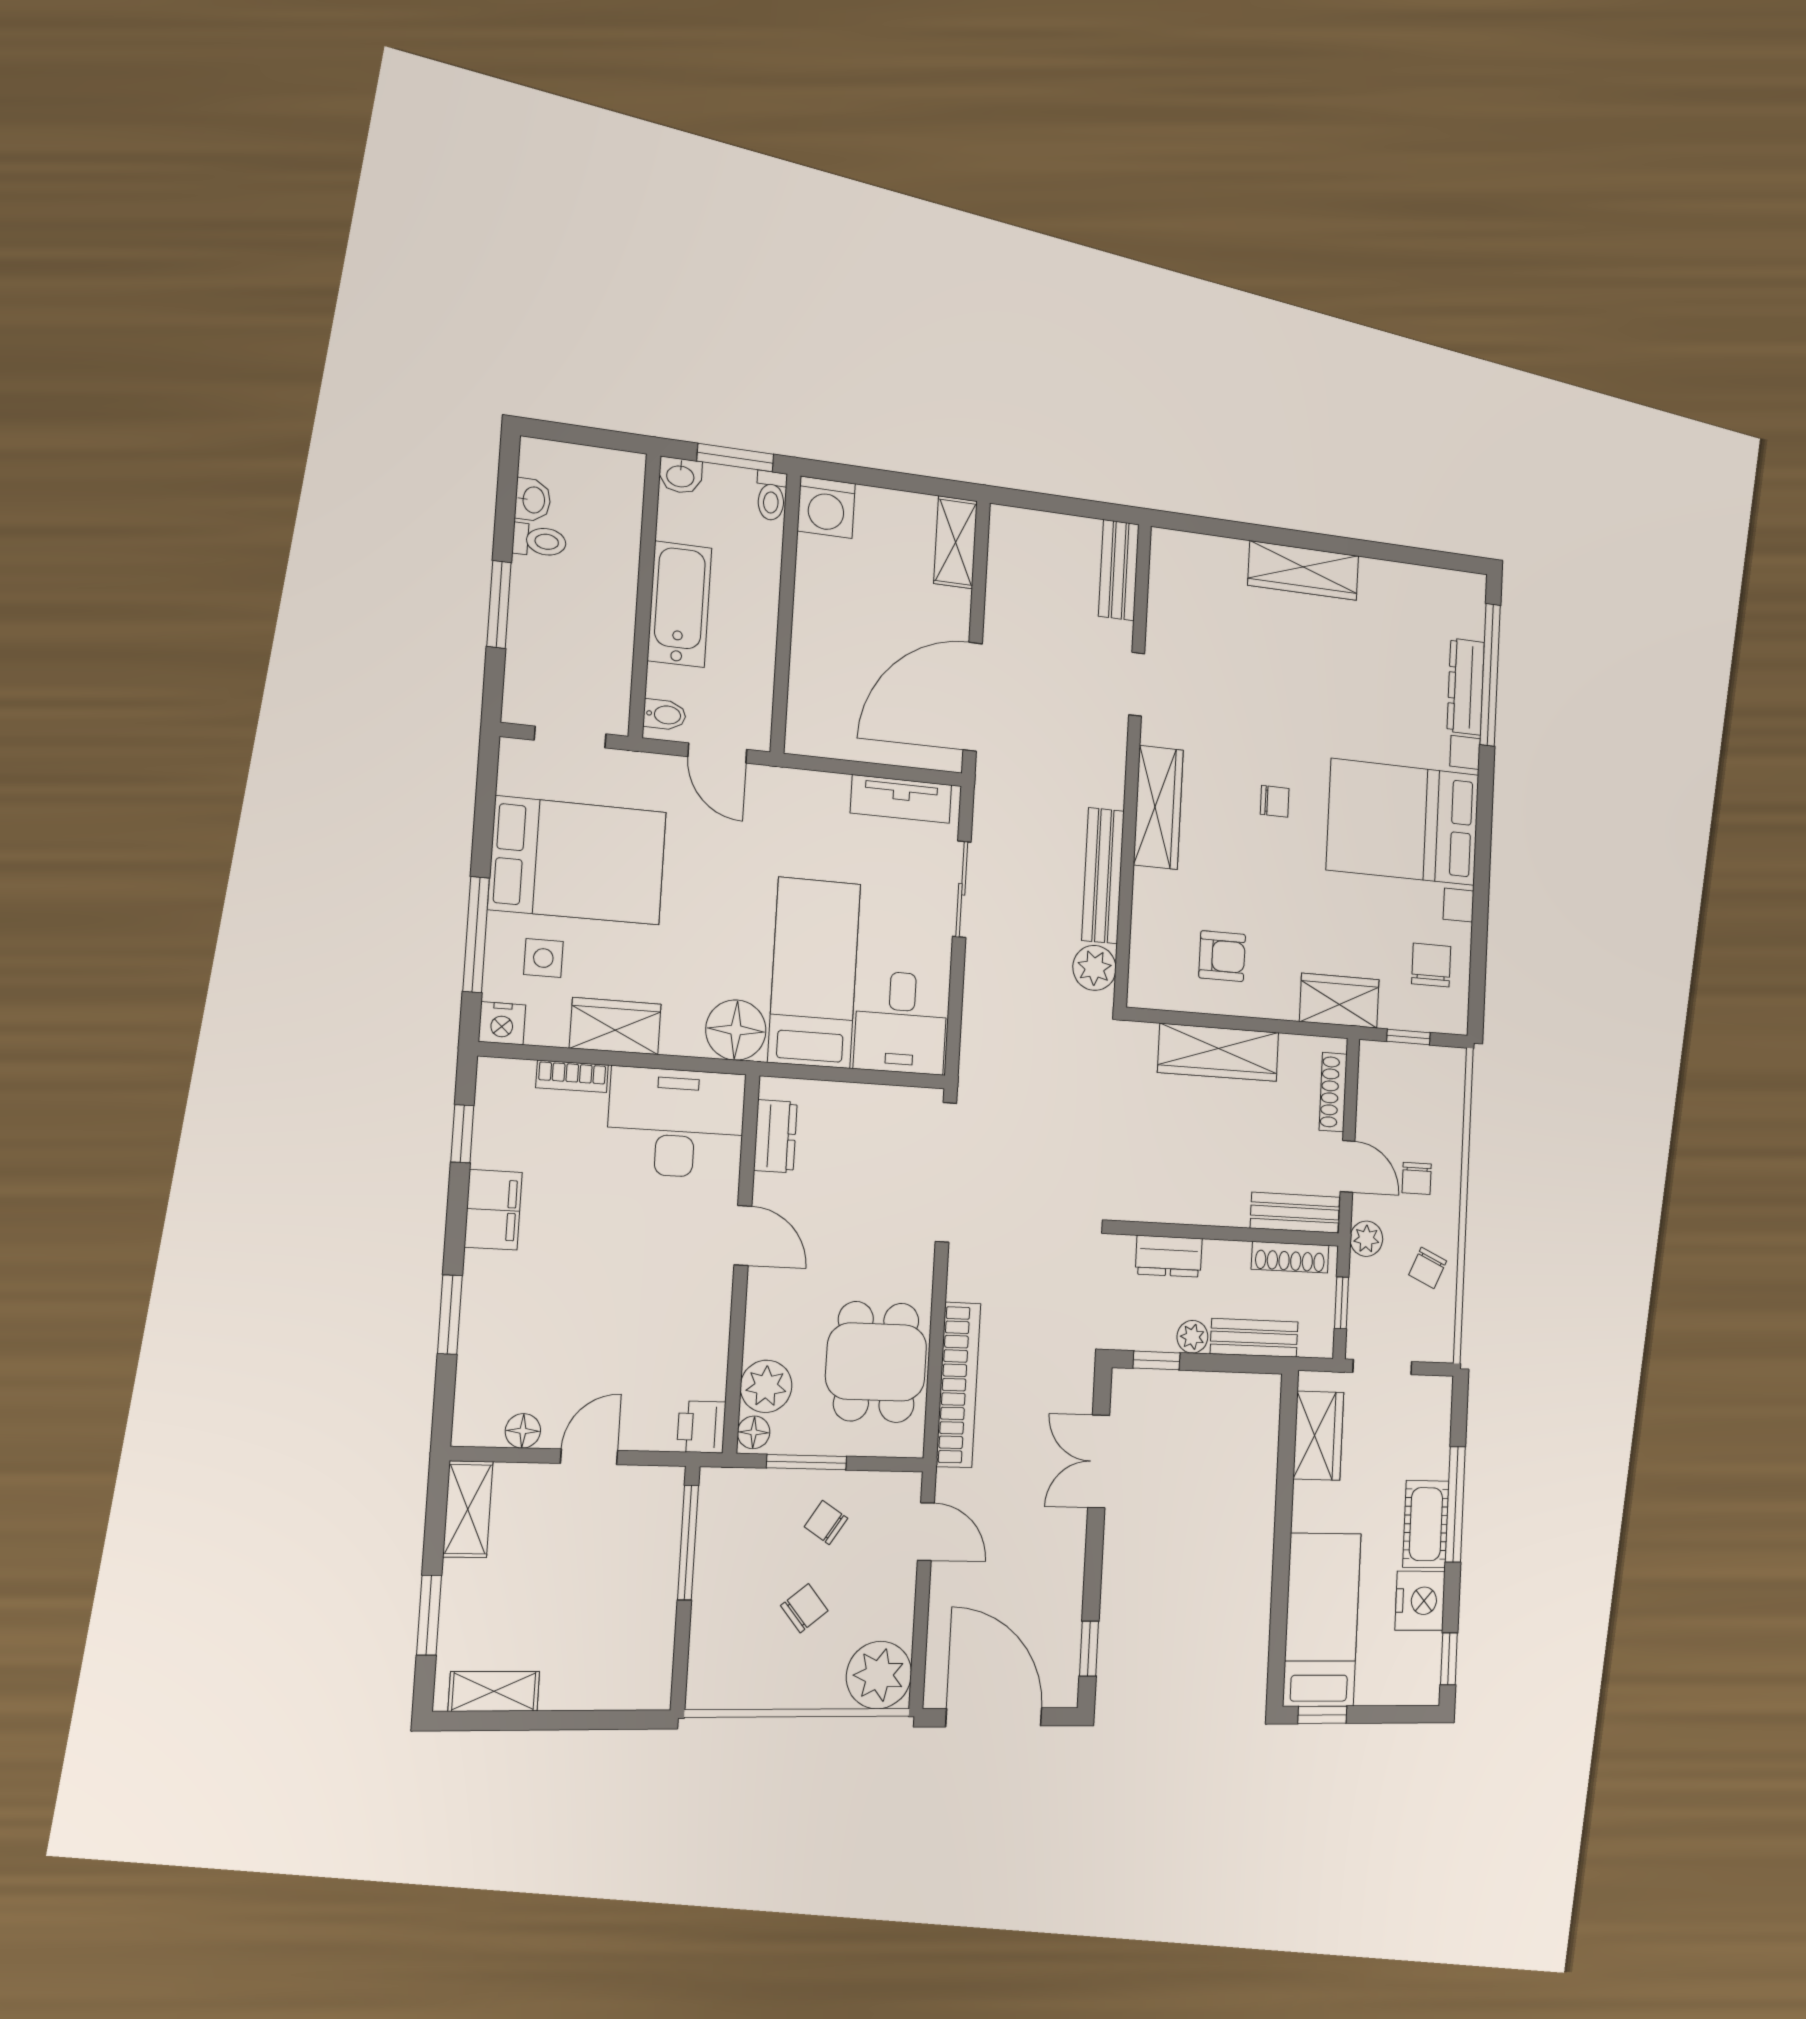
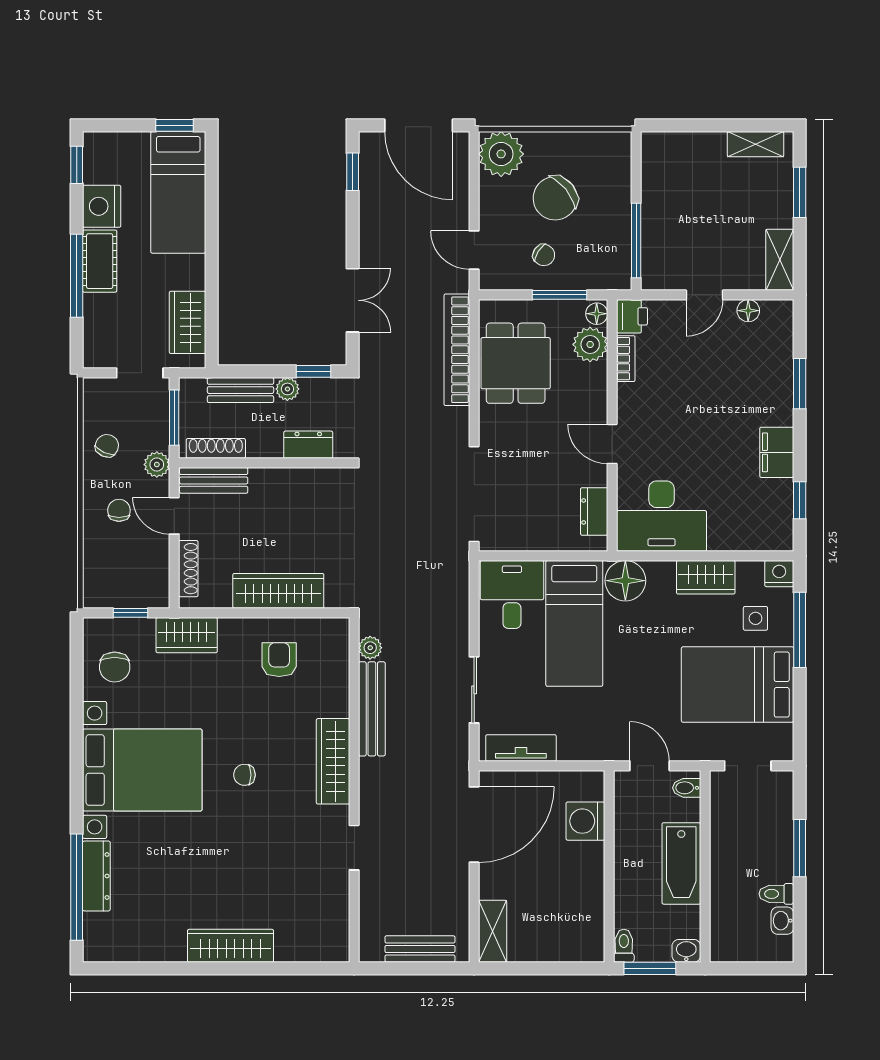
washing machine: (826, 507) -> (585, 821), moved, turned -90
bench: (1119, 570) -> (420, 949), moved, turned 90
armchair: (1222, 956) -> (279, 660), turned 90
plant: (1094, 968) -> (370, 648), width x0.73, depth x0.73
bookcase: (572, 1076) -> (626, 359), moved, turned 90
window: (1341, 1303) -> (174, 418), width x1.50
chair: (804, 1608) -> (555, 198), width x1.87, depth x1.87

